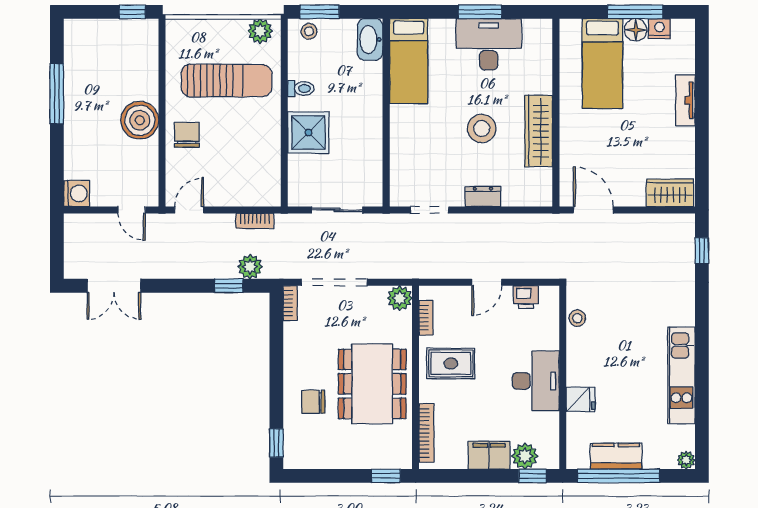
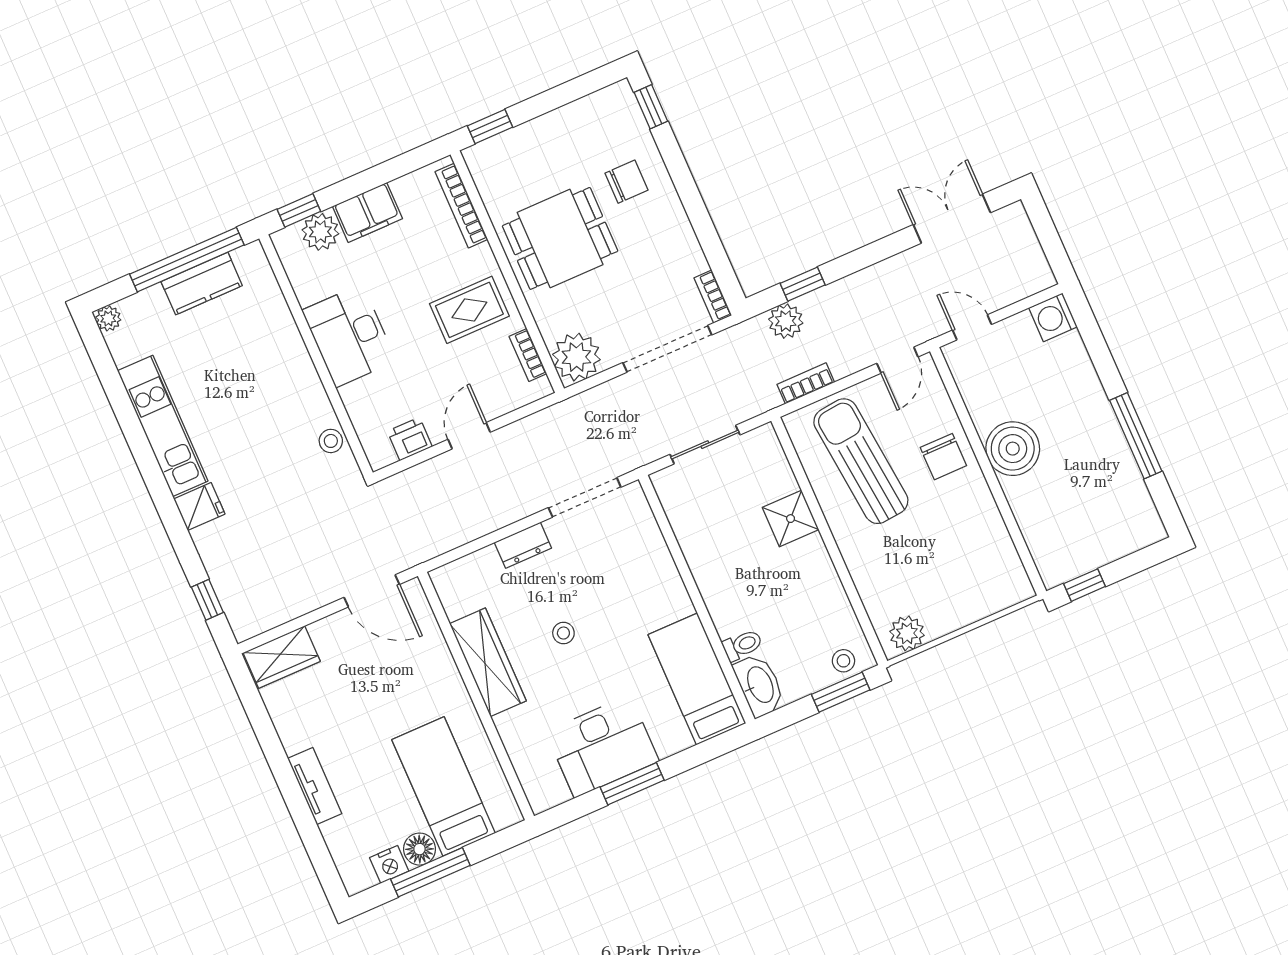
sun lounger: (226, 80) -> (861, 461), moved, turned 84
toilet: (301, 89) -> (742, 645), moved, turned 180
stool: (482, 128) -> (563, 633), width x0.53, depth x0.53
shower: (308, 132) -> (791, 519), width x0.73, depth x0.73
doorway: (430, 210) -> (585, 497), width x1.38
plant: (400, 298) -> (576, 357), width x1.36, depth x1.36
dining table: (372, 384) -> (560, 238), width x0.73
fridge: (581, 399) -> (199, 507), moved, turned 180

